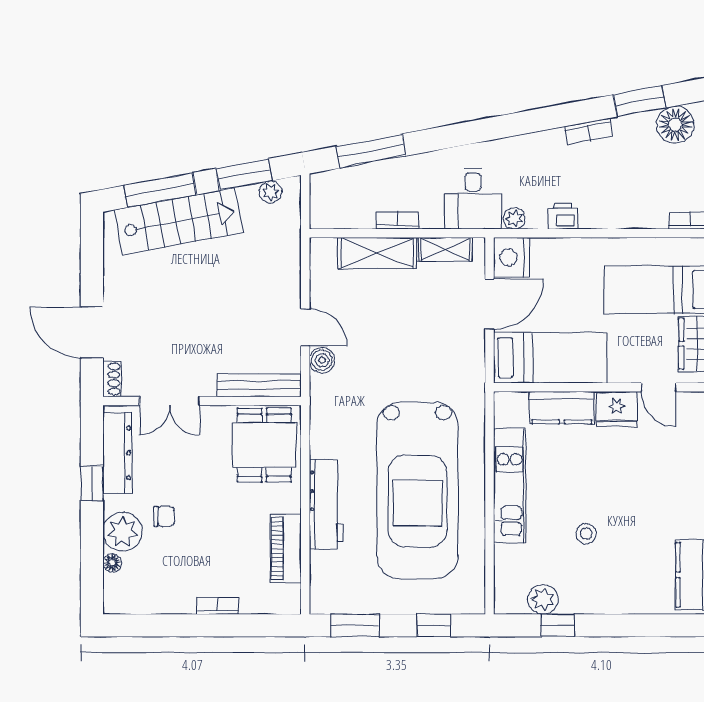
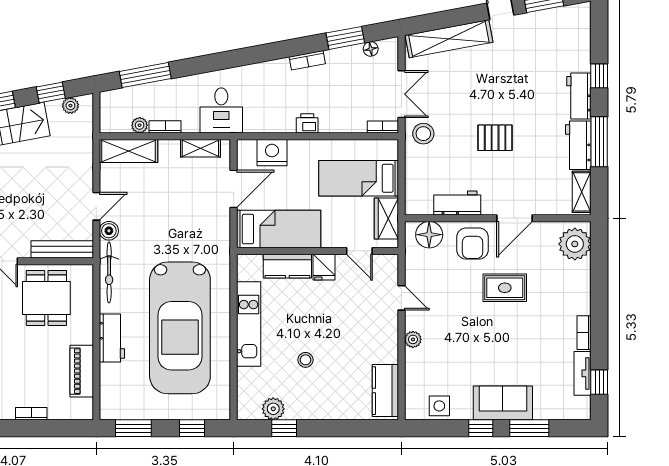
floor lamp: (675, 125) -> (371, 49), width x0.53, depth x0.53
window: (244, 175) -> (51, 93), width x0.67
printer: (563, 216) -> (307, 123), moved
plant: (514, 218) -> (140, 125), moved
shelving: (377, 253) -> (128, 151), moved
nightstand: (511, 257) -> (272, 153), moved, turned 90
door: (305, 327) -> (96, 206), hinge flipped
fridge: (617, 409) -> (324, 267), width x0.72
bicycle: (322, 416) -> (109, 272), added
dining table: (264, 445) -> (46, 298), moved
workbench: (326, 504) -> (112, 338), width x0.73

